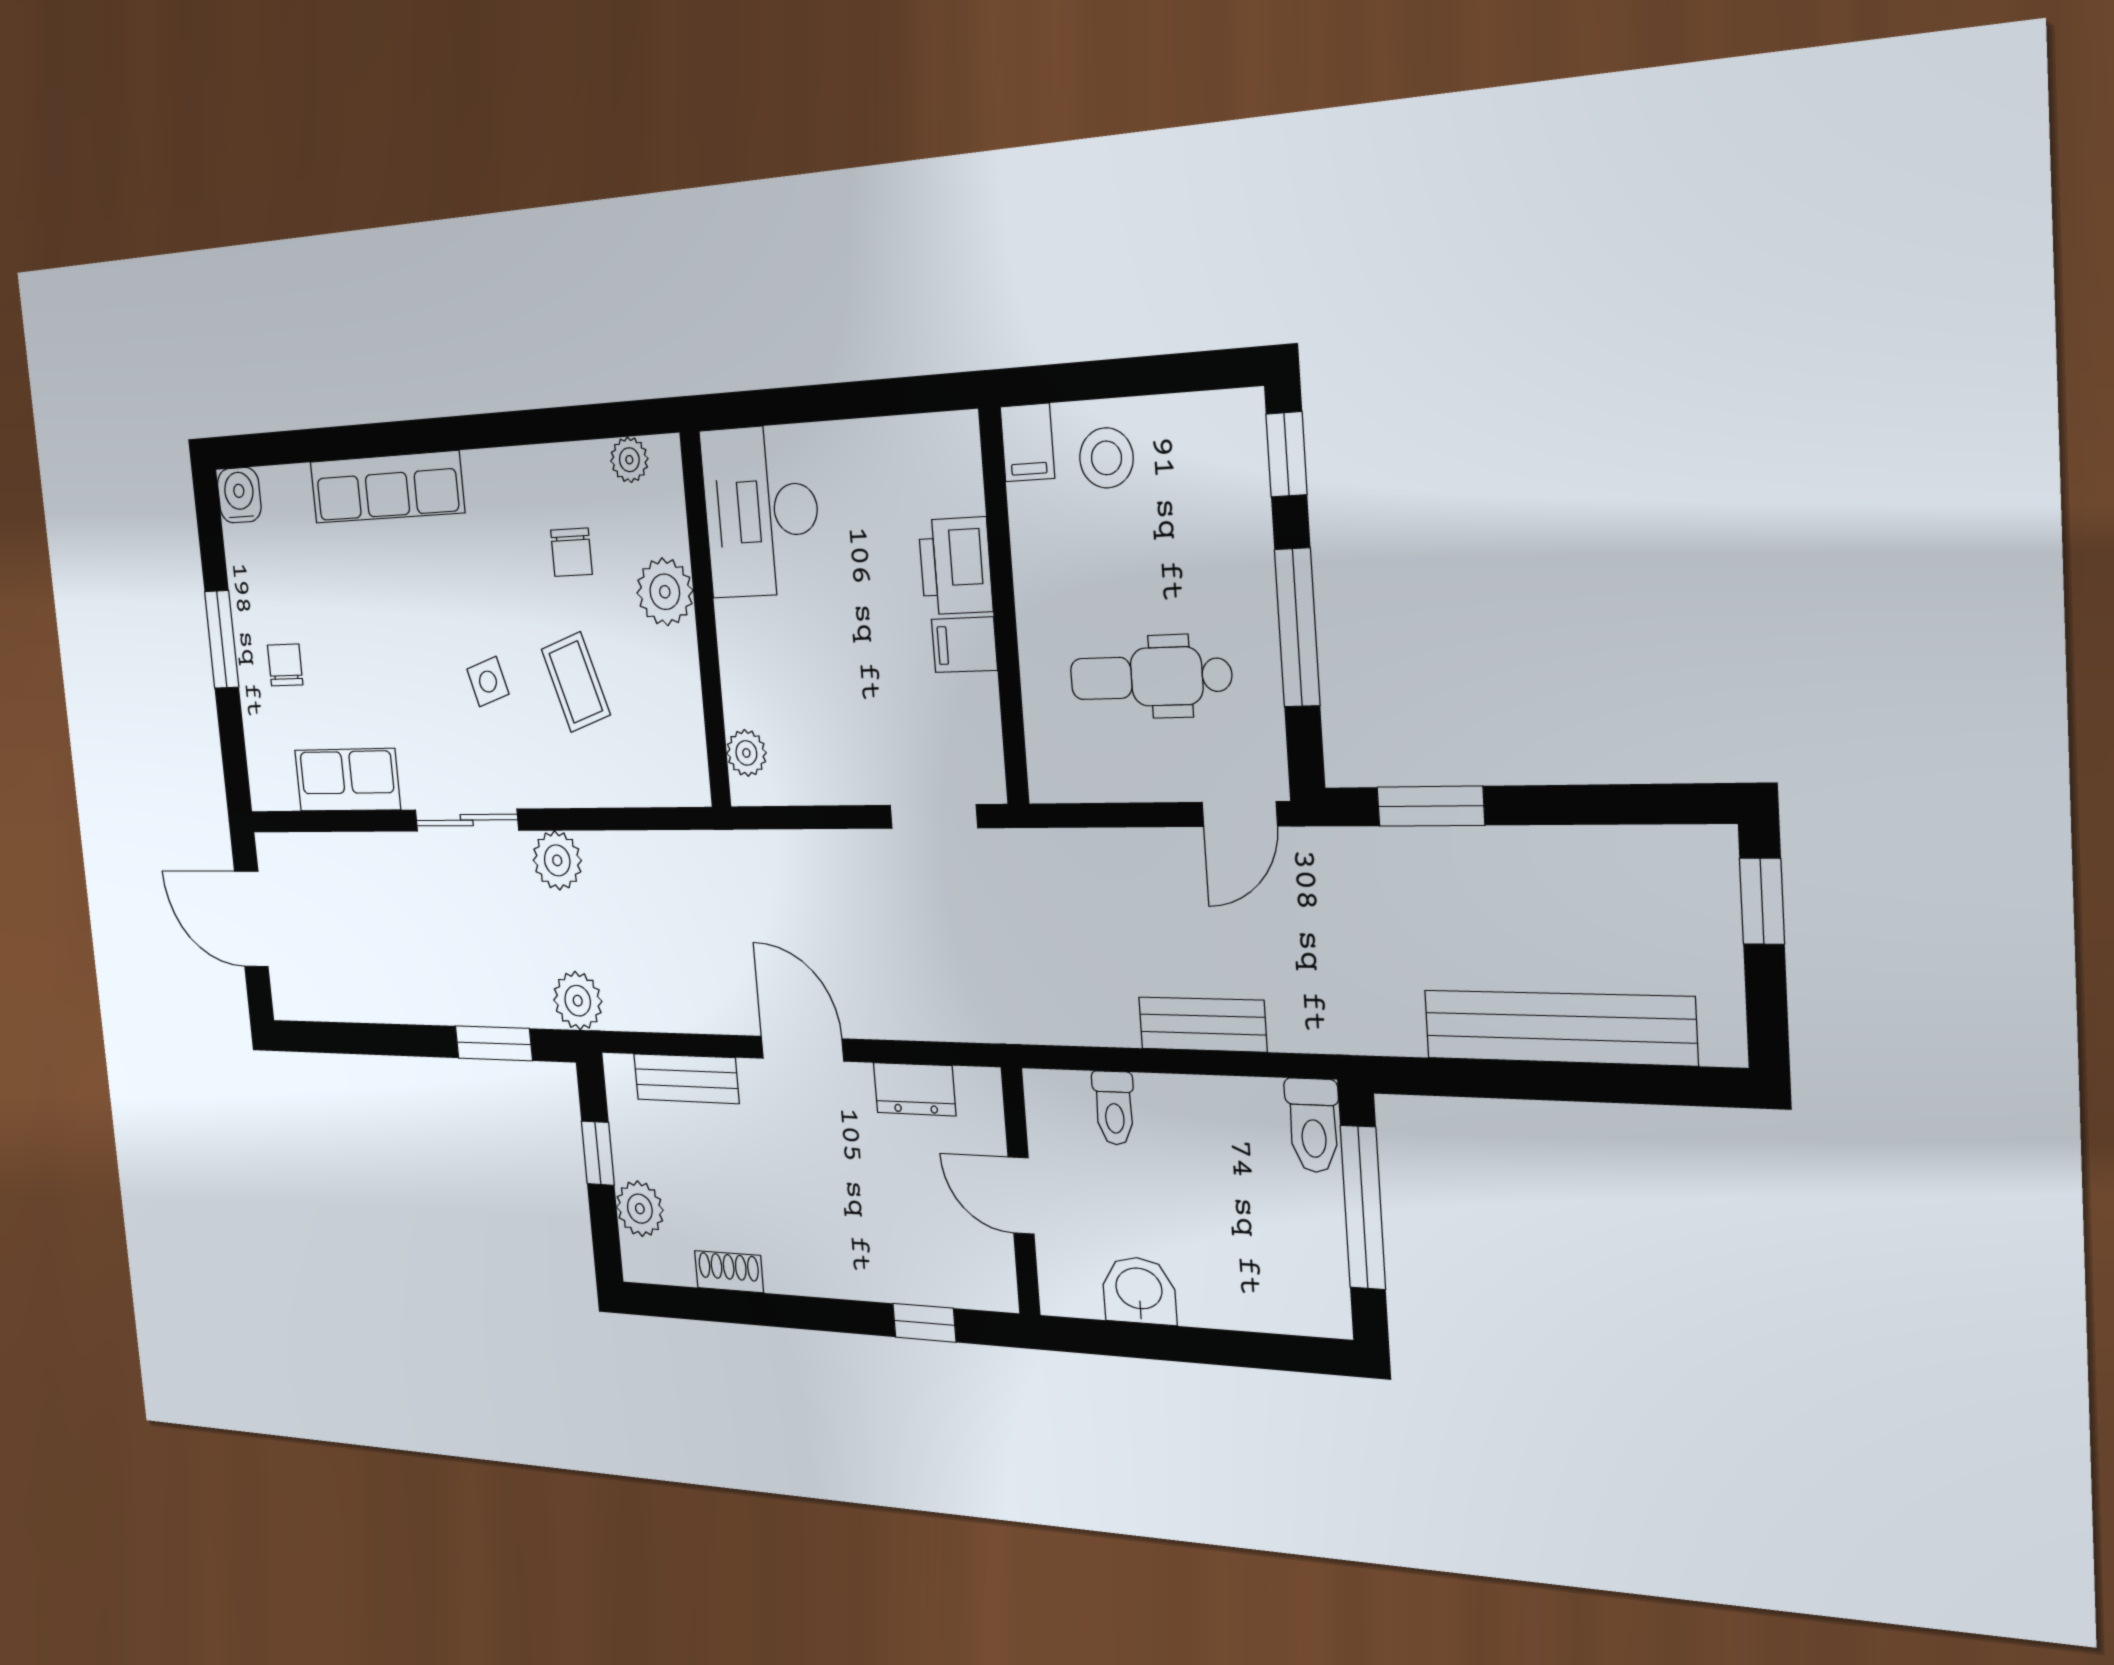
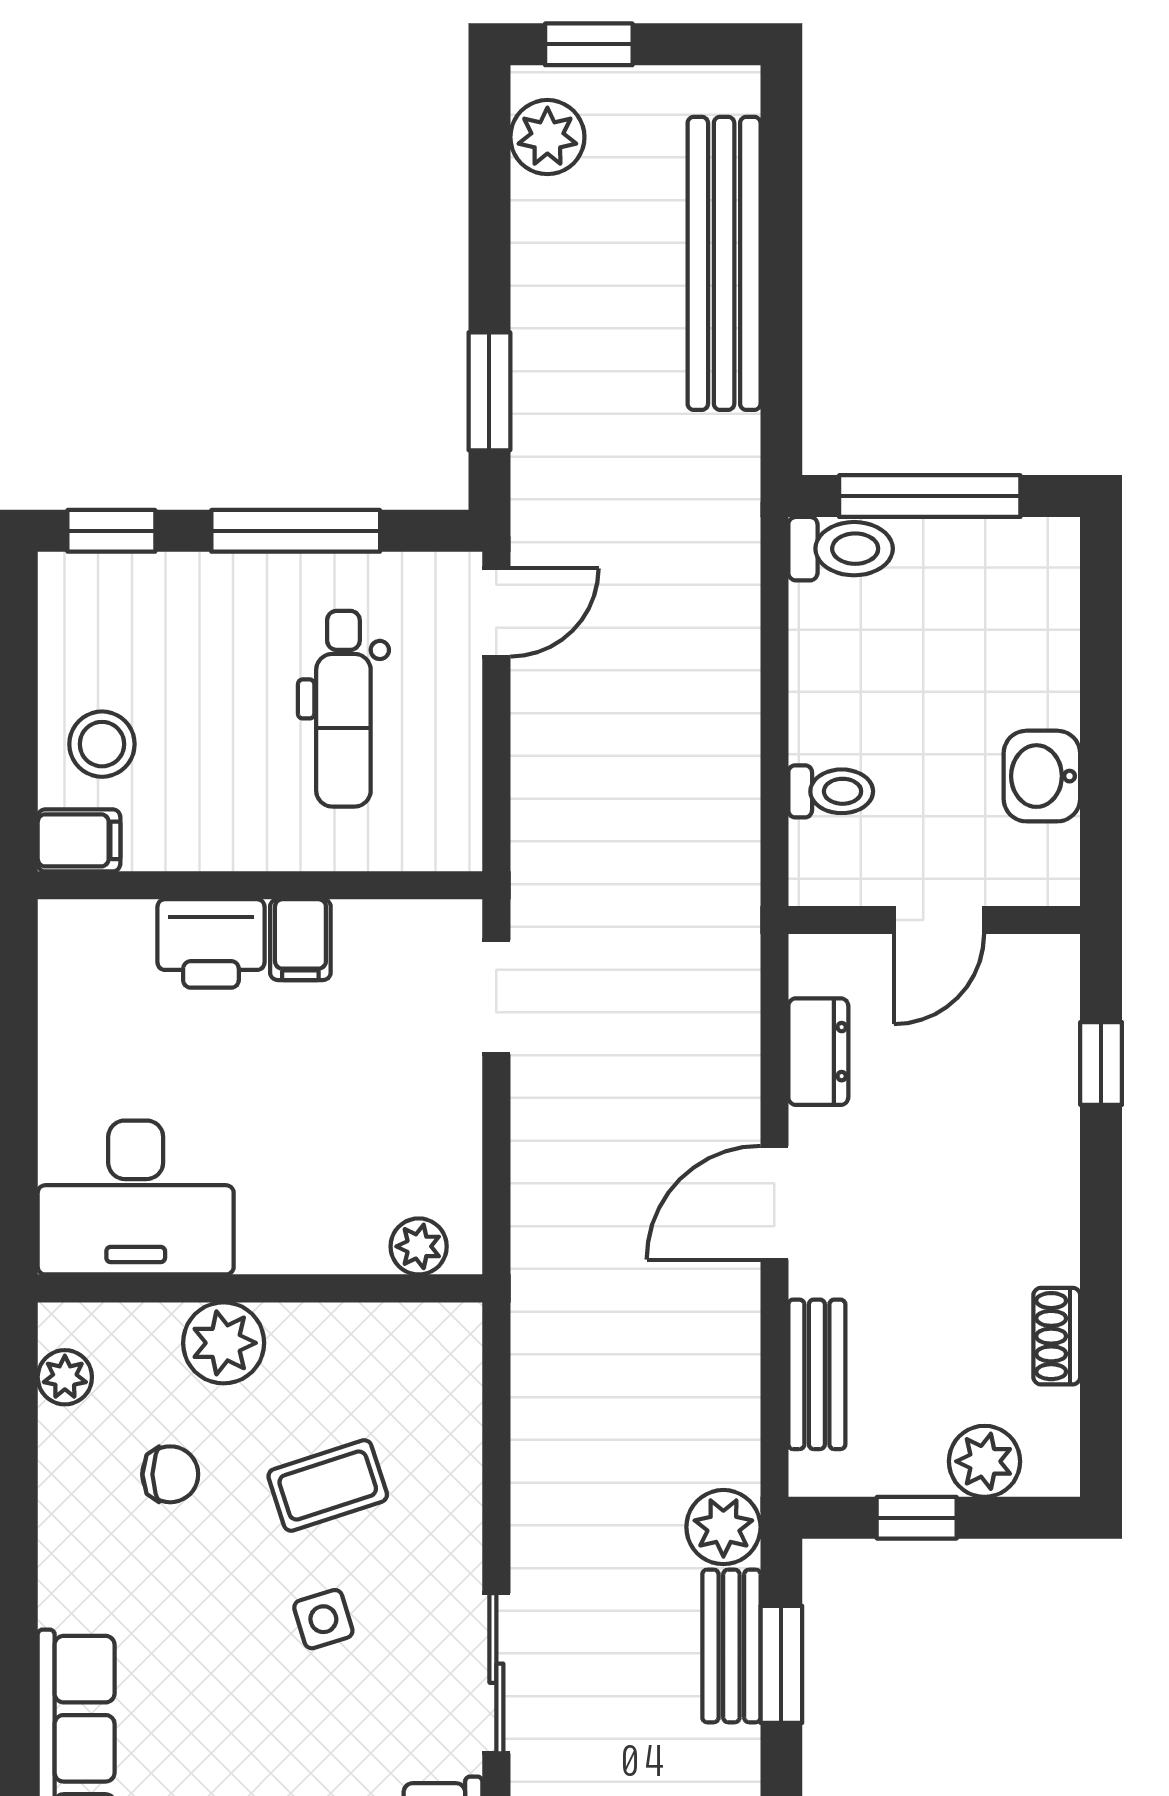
door: (1240, 814) -> (496, 612), hinge flipped
plant: (557, 860) -> (547, 137), moved
bench: (1203, 1025) -> (731, 1646), moved

